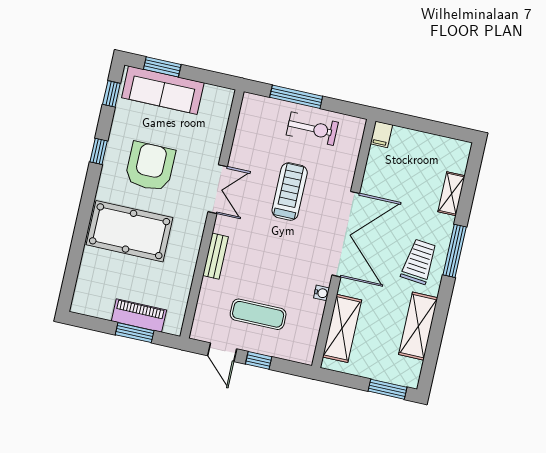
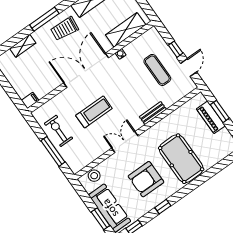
stool: (218, 113) -> (94, 176), added
treadmill: (290, 192) -> (94, 112), turned 180

